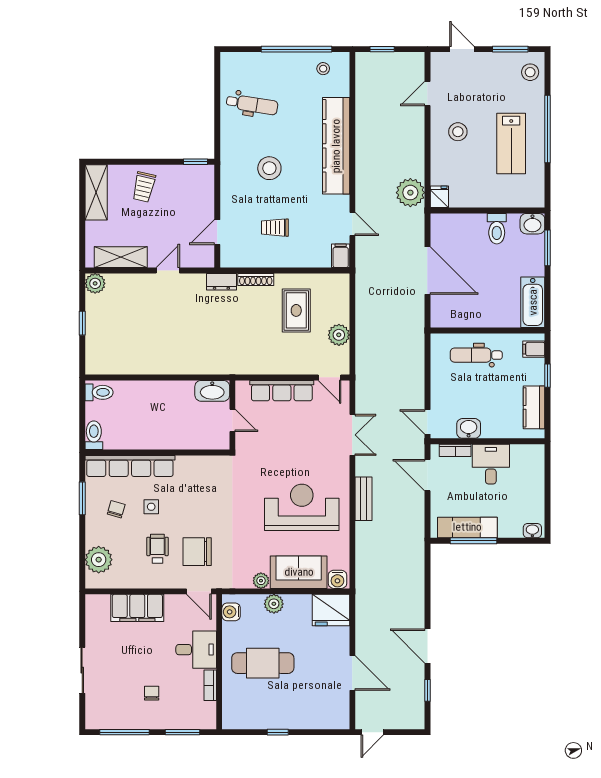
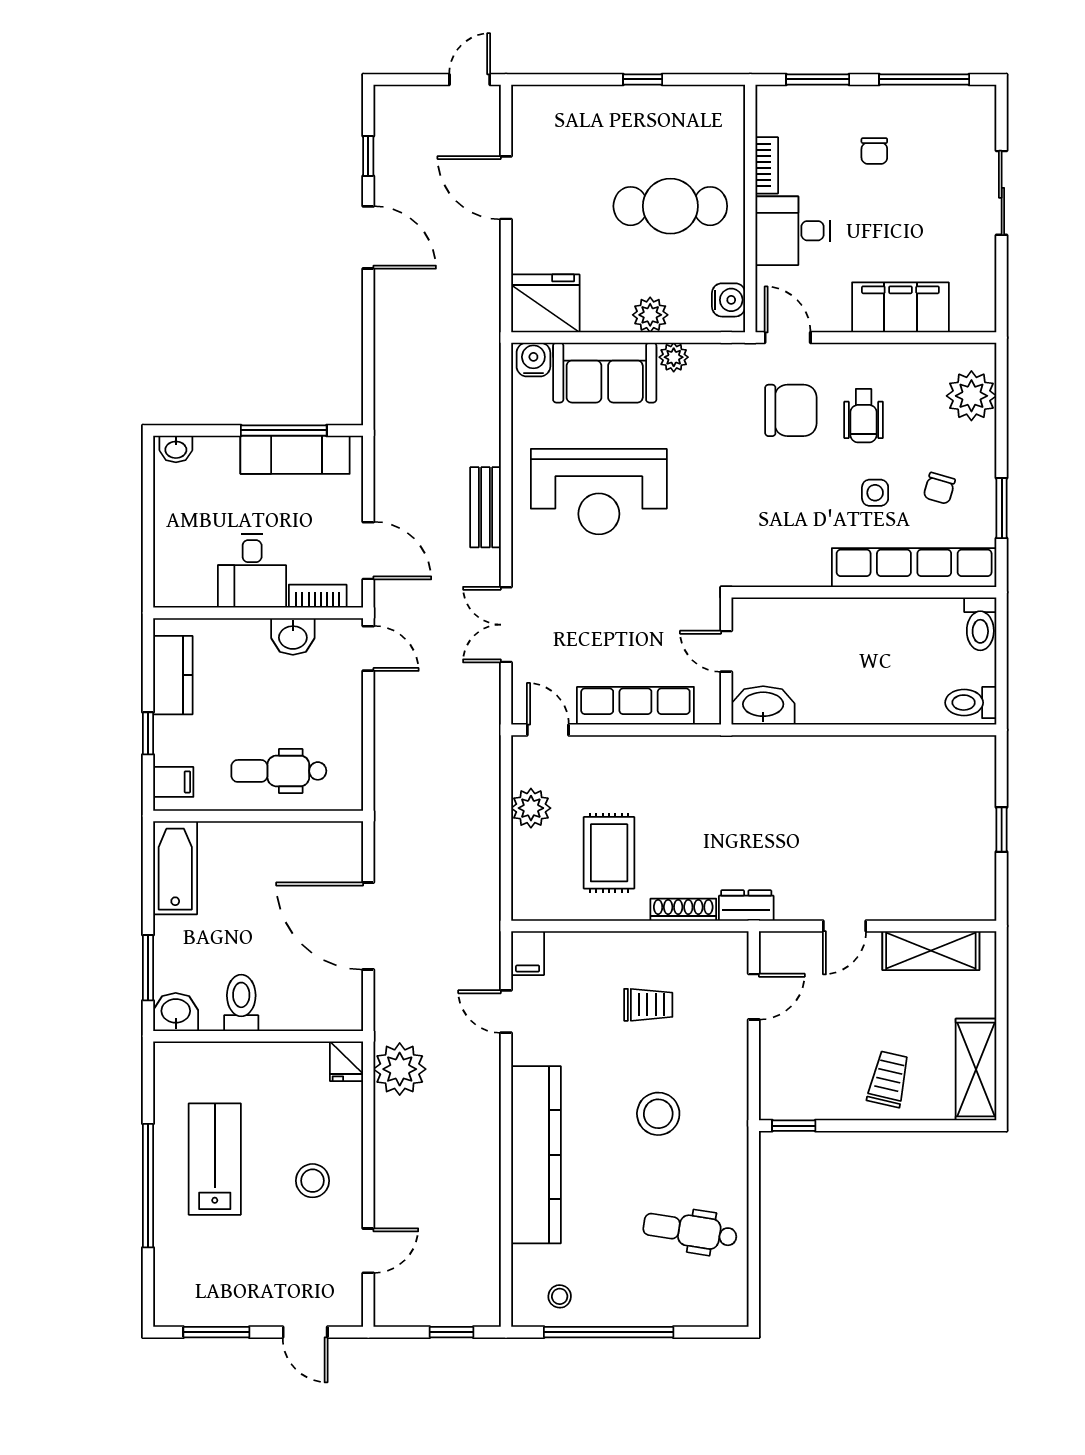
stool: (530, 72) -> (180, 1290), removed
plant: (95, 283) -> (978, 902), removed
dental chair: (476, 355) -> (279, 771), turned 180

